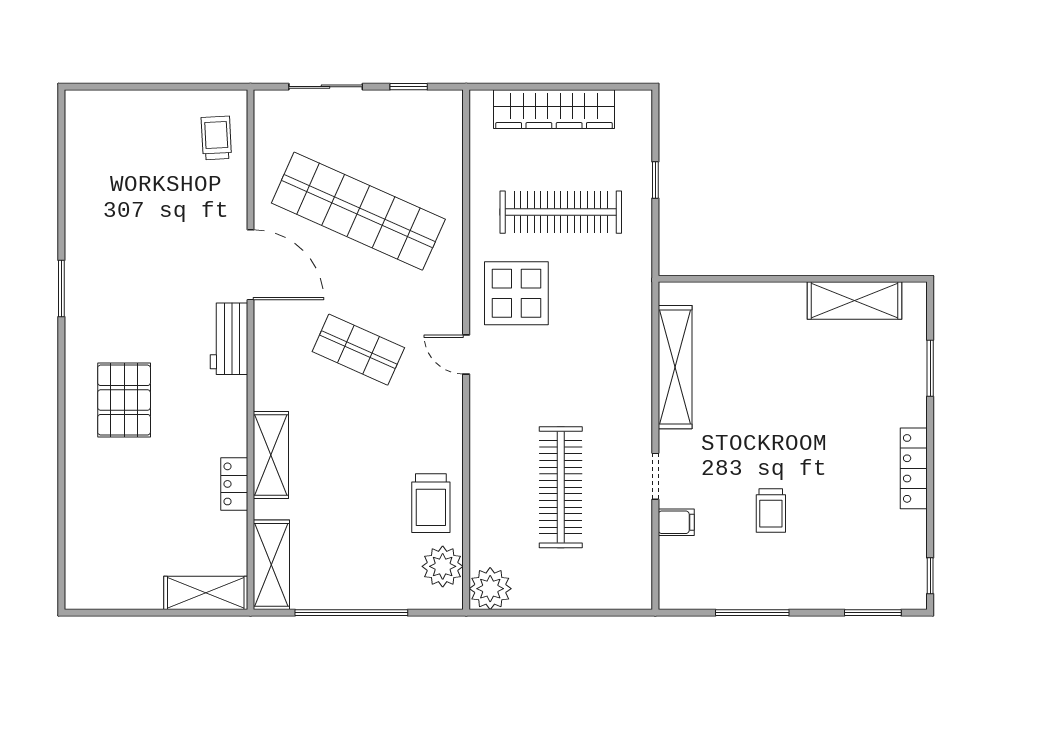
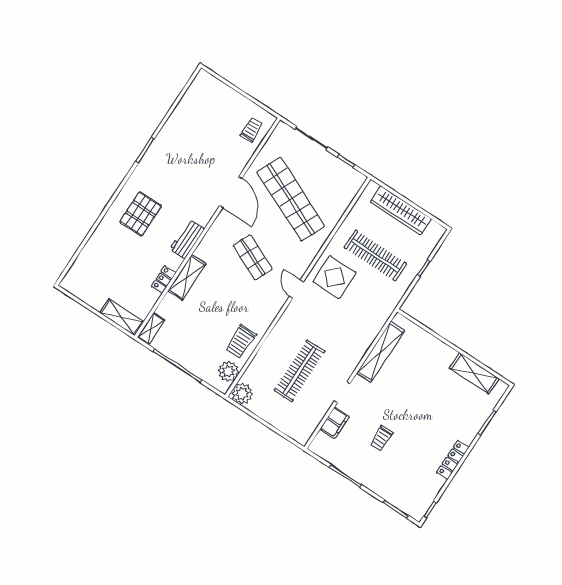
workbench: (229, 339) -> (187, 239), moved
filing cabinet: (676, 522) -> (335, 423), width x2.00
shelving: (271, 565) -> (151, 329), width x0.67, depth x0.75

